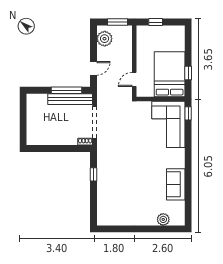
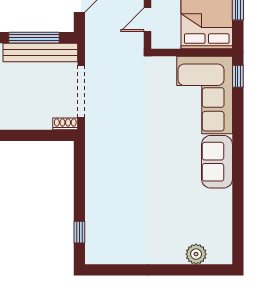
window: (94, 174) -> (79, 232), moved
sofa: (176, 184) -> (217, 162), moved

